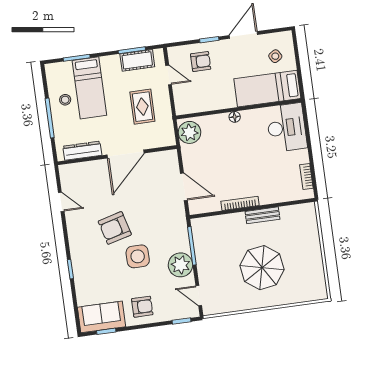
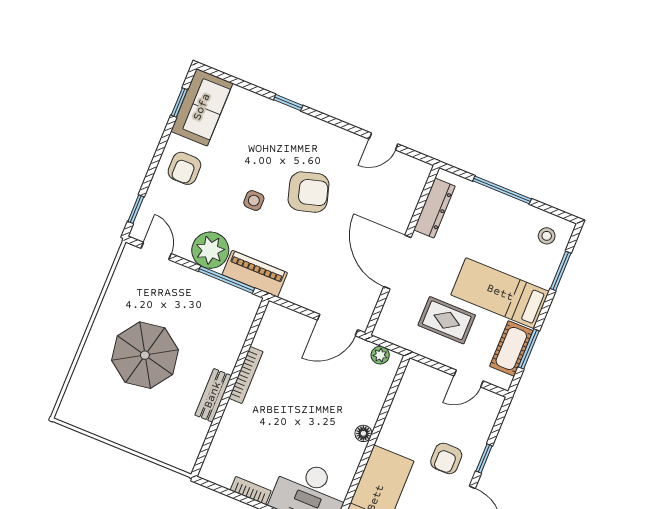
armchair: (201, 62) -> (446, 458), moved
bed: (89, 88) -> (500, 293), moved
stool: (65, 100) -> (547, 236), moved
plant: (190, 132) -> (380, 355), width x0.53, depth x0.53
bookcase: (306, 176) -> (251, 491), moved
door: (184, 187) -> (338, 325), moved
armchair: (115, 228) -> (309, 192), turned 89
piano: (179, 232) -> (255, 274), added
side table: (138, 256) -> (254, 200), width x0.54, depth x0.54
door: (199, 296) -> (156, 251), hinge flipped

